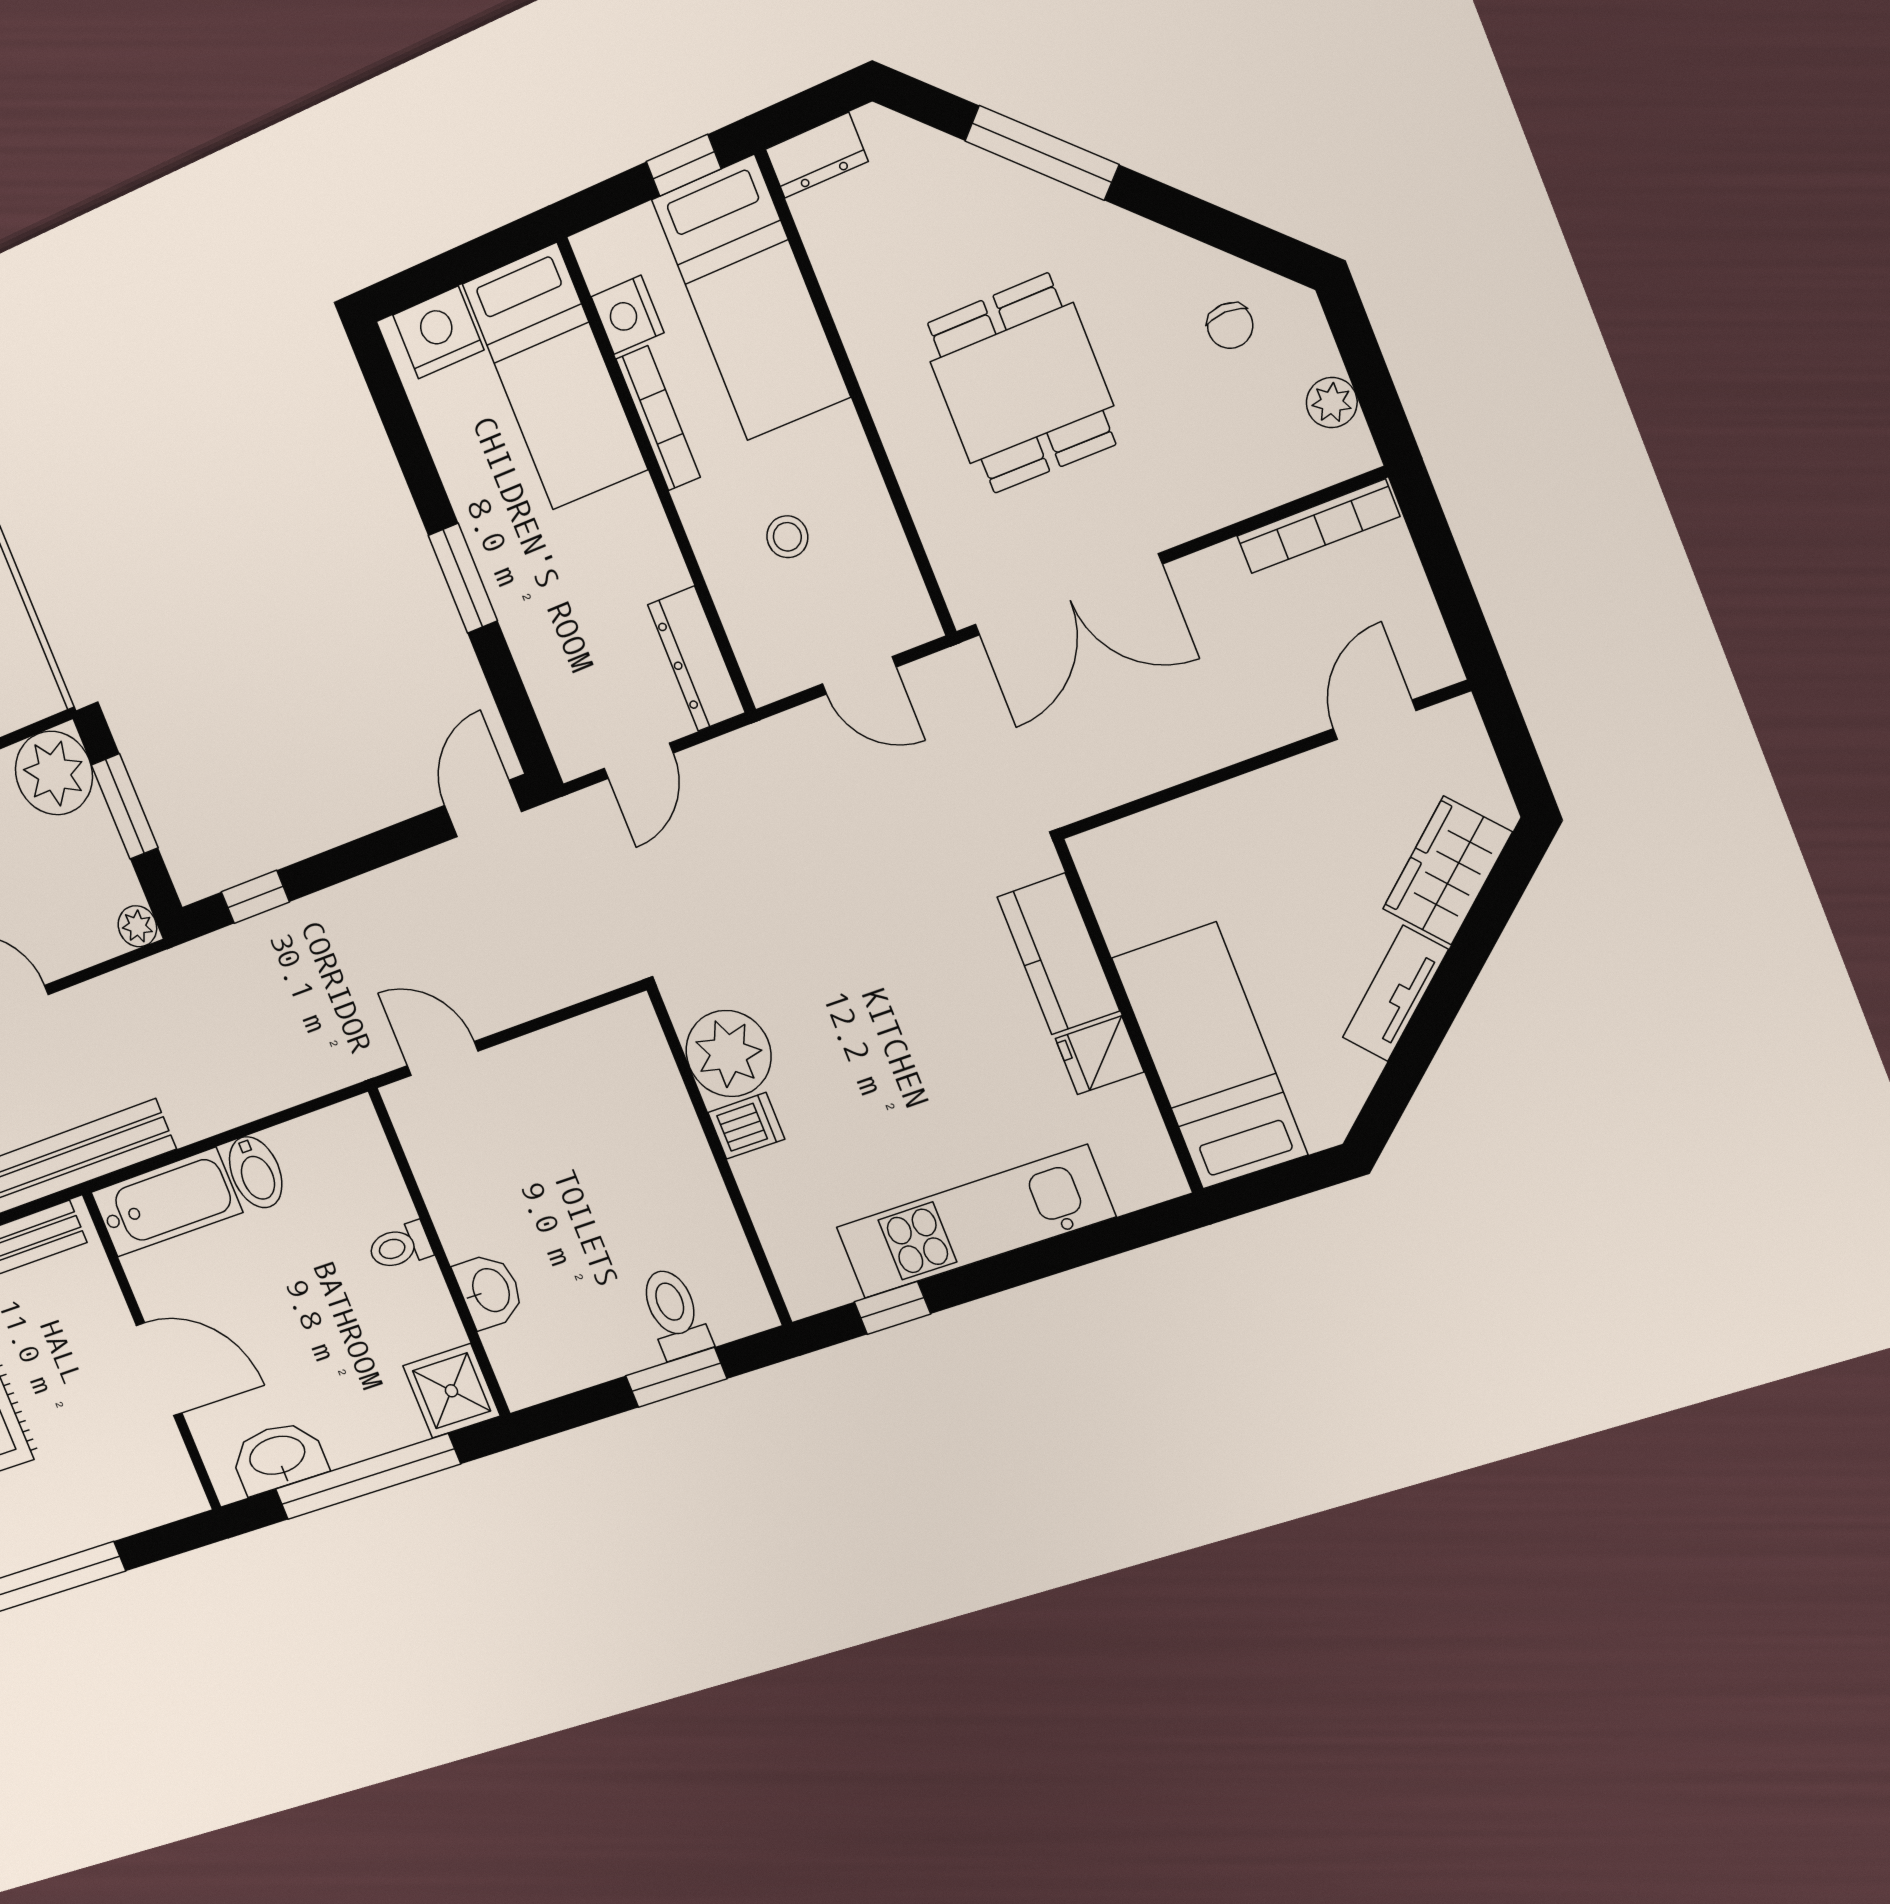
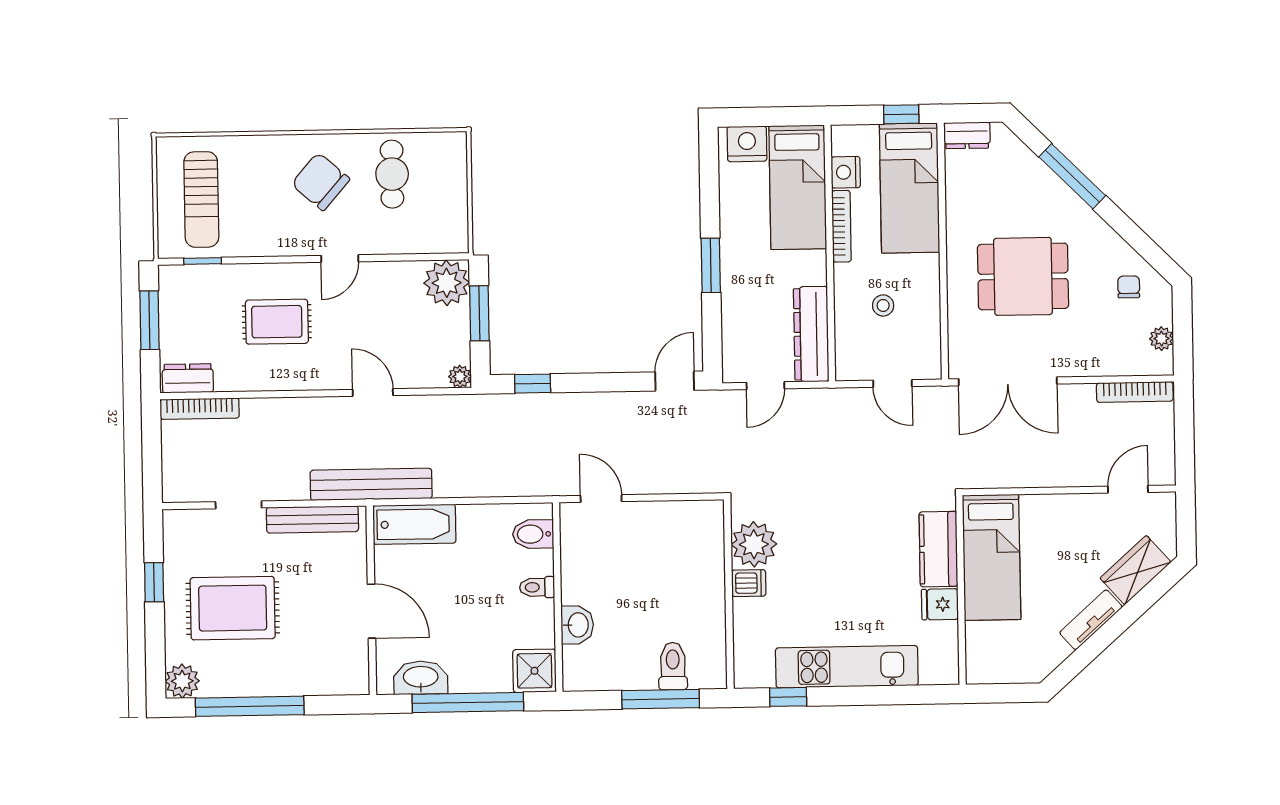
chair: (1230, 326) -> (1129, 287), turned 180
dining table: (1021, 384) -> (1023, 276), turned 90
dresser: (696, 659) -> (811, 334), width x1.37, depth x1.24
bed: (1210, 1056) -> (992, 557), moved, turned 180
bidet: (256, 1172) -> (533, 534), moved, turned 90
window: (676, 1377) -> (661, 699), width x1.44

